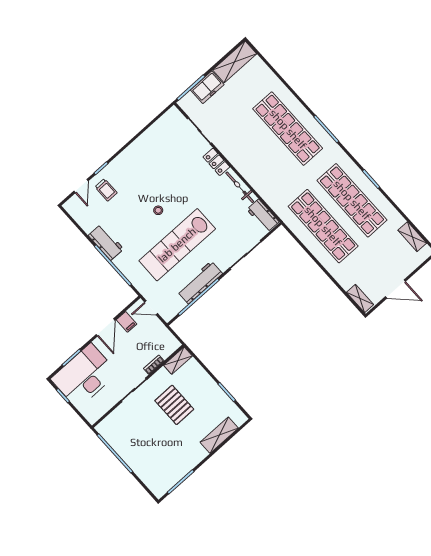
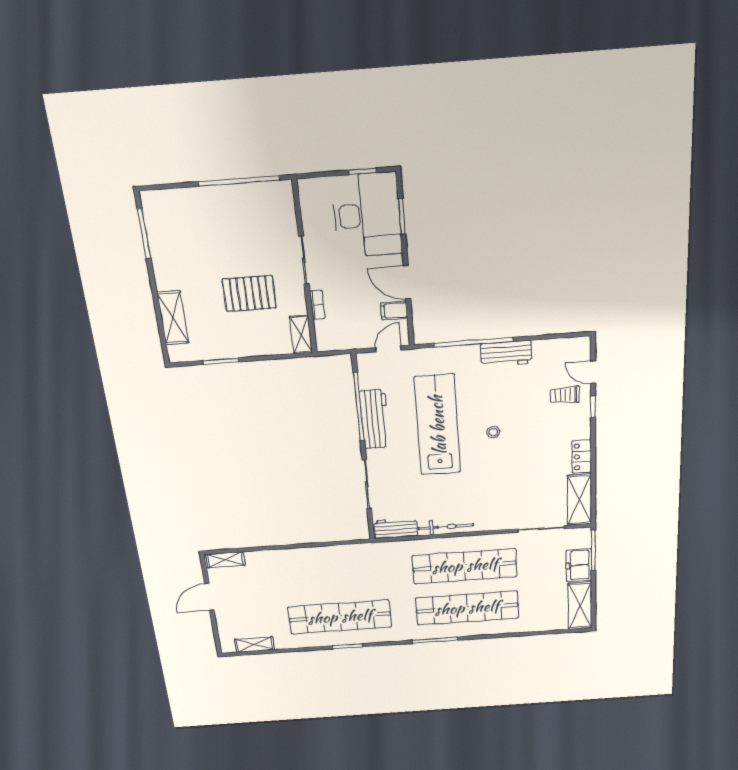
shelving: (164, 125) -> (579, 500), added
locker: (216, 162) -> (582, 457), moved, turned -90
shop shelf: (323, 226) -> (465, 566), moved

